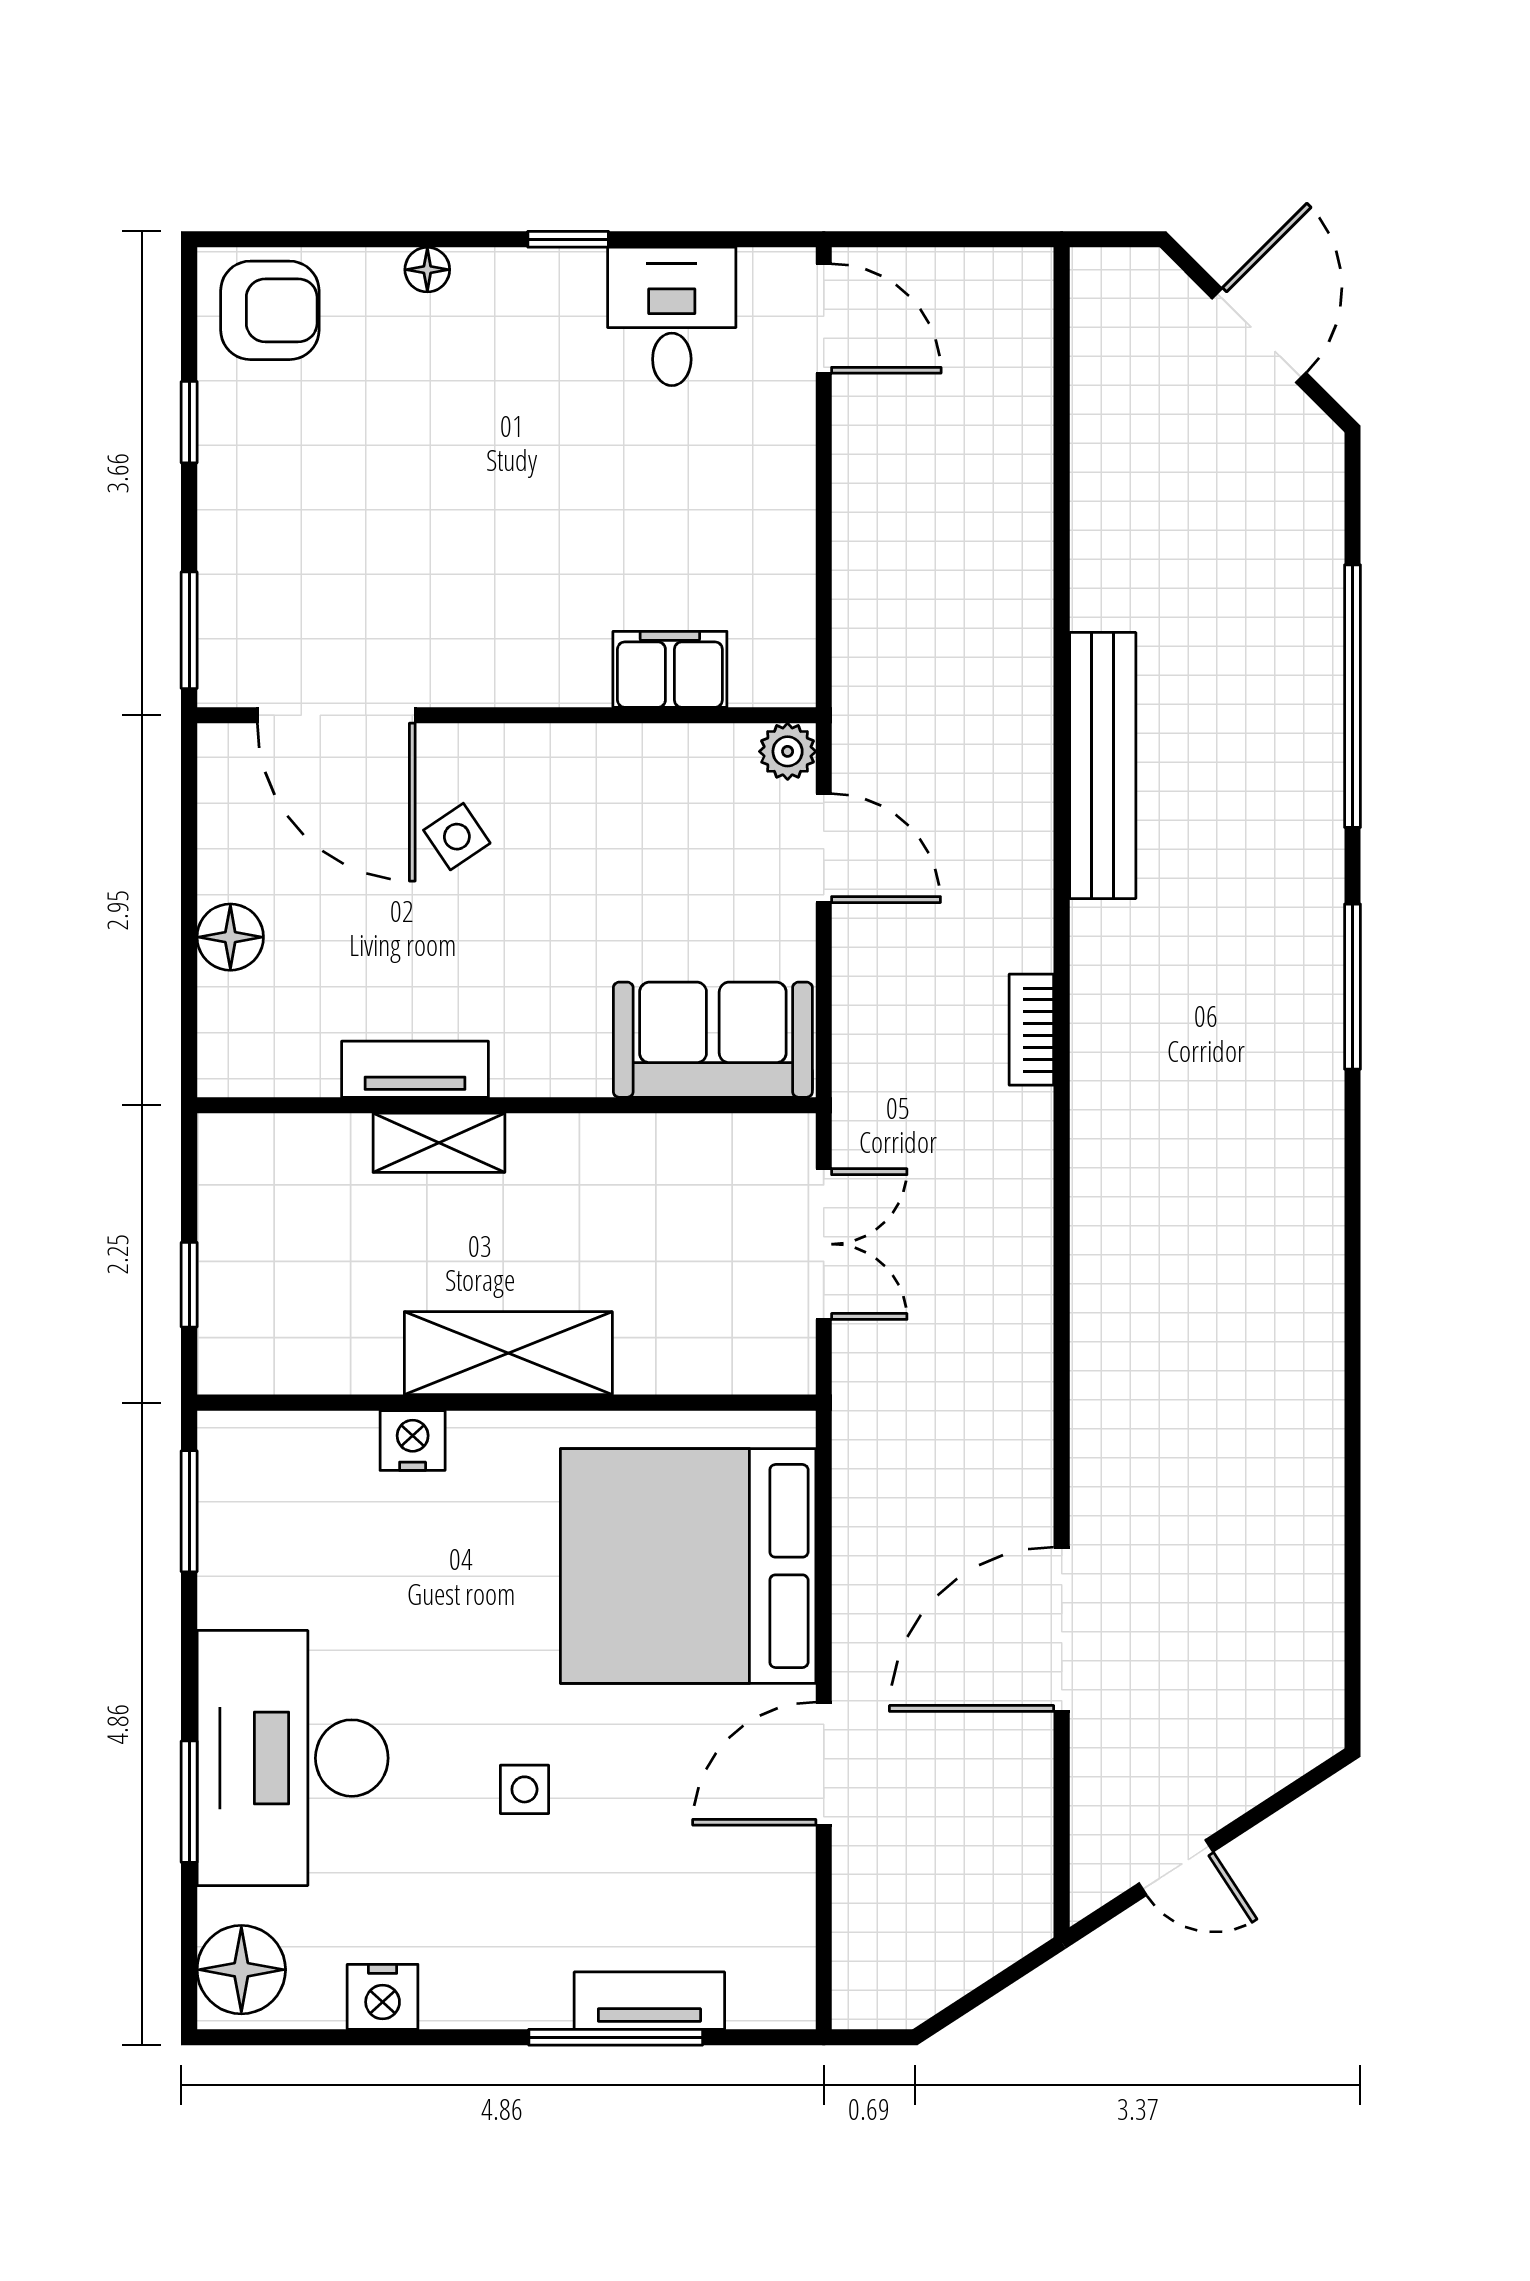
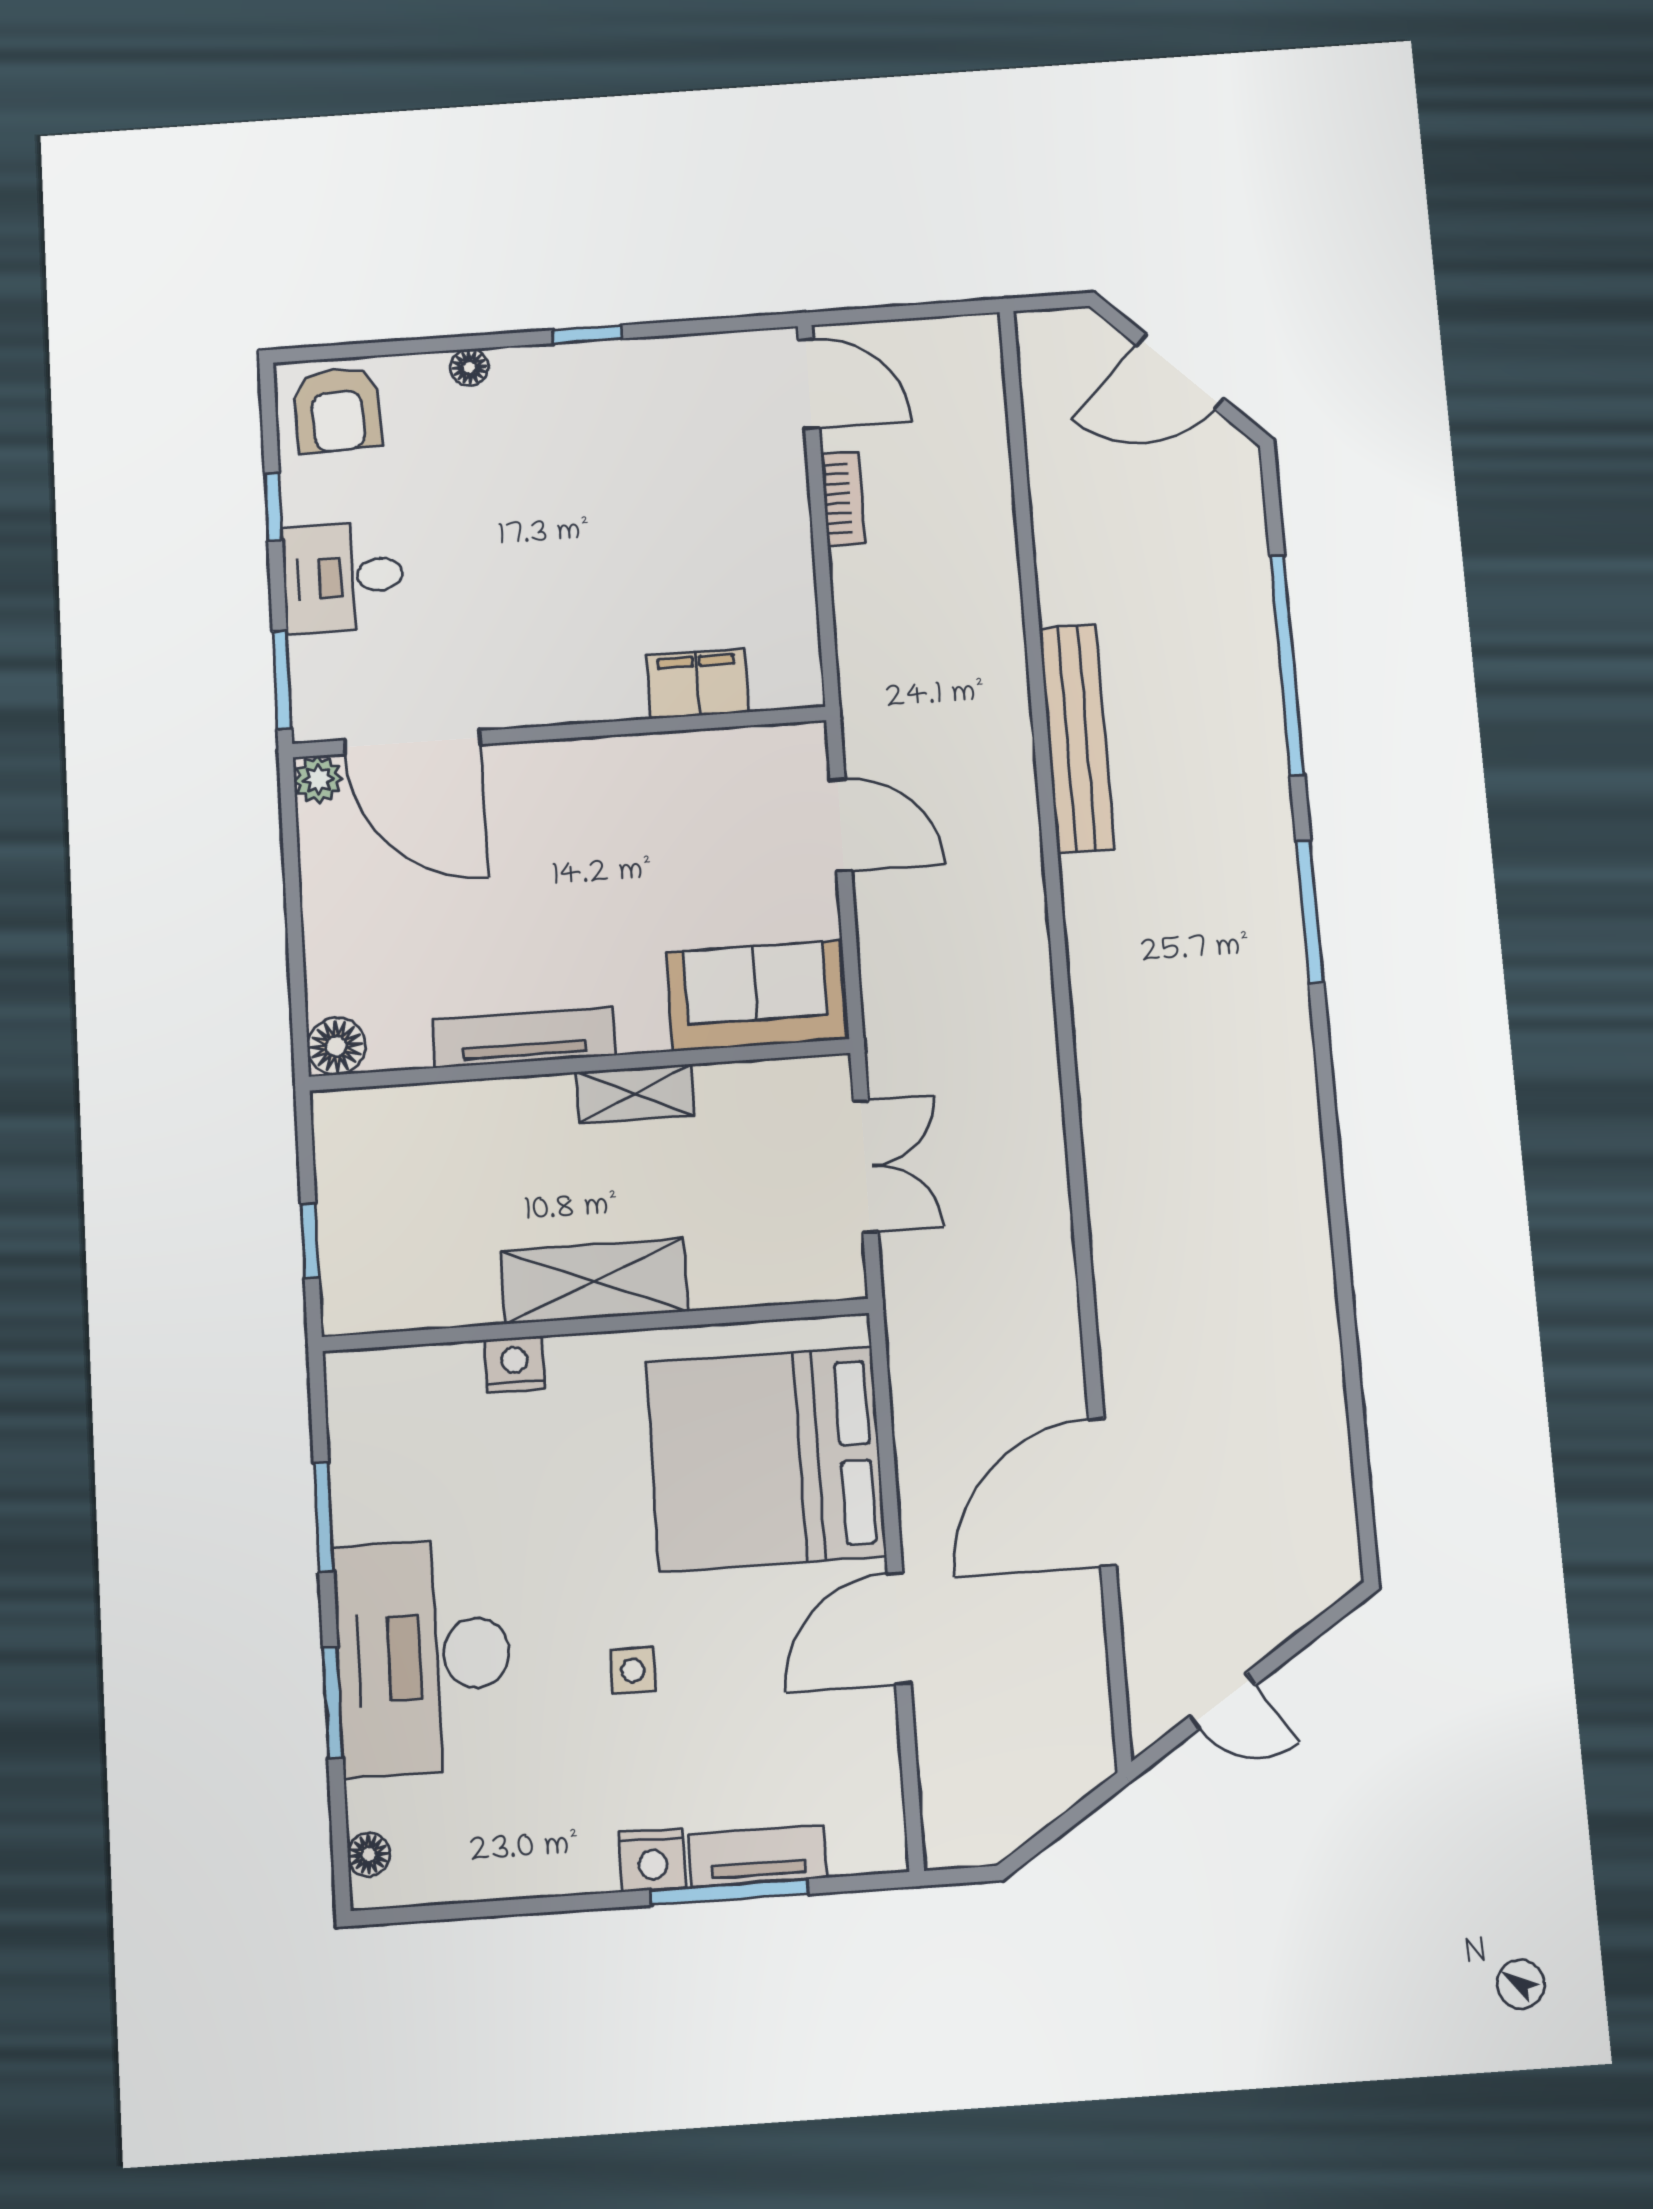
armchair: (270, 310) -> (338, 410), turned 88
desk: (672, 316) -> (343, 577), moved, turned -90
door: (1259, 335) -> (1180, 372), swing flipped
plant: (788, 751) -> (318, 779), moved
side table: (457, 837) -> (523, 838), removed
floor lamp: (230, 937) -> (336, 1046), moved
bookcase: (1031, 1030) -> (843, 498), moved, turned 180
tv unit: (415, 1069) -> (524, 1038), width x1.41
shelving: (439, 1143) -> (635, 1094), moved
window: (189, 1511) -> (324, 1517), moved
floor lamp: (241, 1970) -> (369, 1855), width x0.53, depth x0.53
nightstand: (383, 1997) -> (653, 1860), moved

